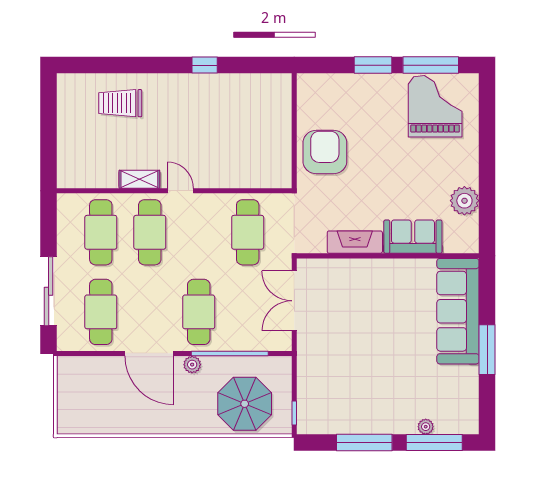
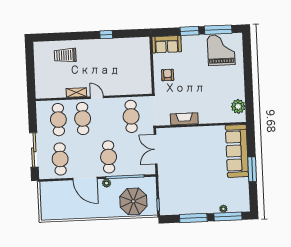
armchair: (325, 152) -> (168, 75), width x0.53, depth x0.53
plant: (464, 201) -> (238, 106), moved
sofa: (413, 237) -> (167, 44), moved, turned 180

